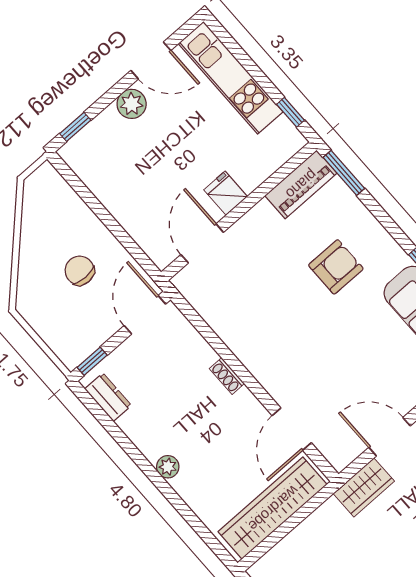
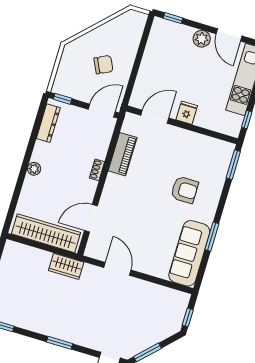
piano: (301, 184) -> (123, 154), moved, turned -90
chair: (80, 271) -> (103, 65), turned 64
dresser: (108, 397) -> (48, 123), width x1.44
wardrobe: (364, 487) -> (66, 266), moved

